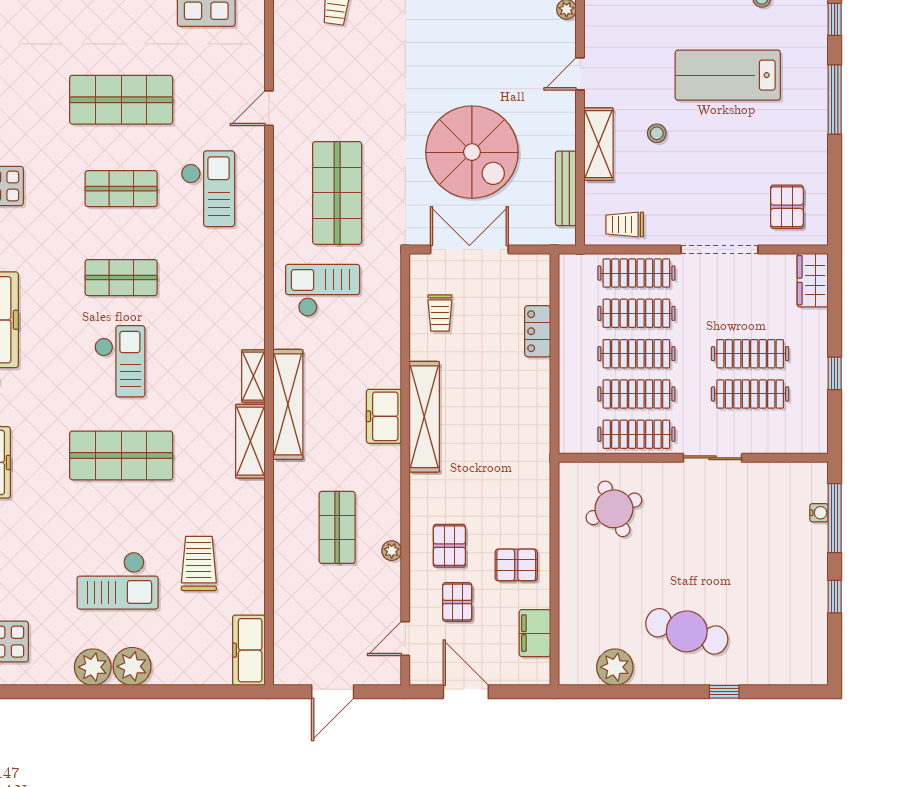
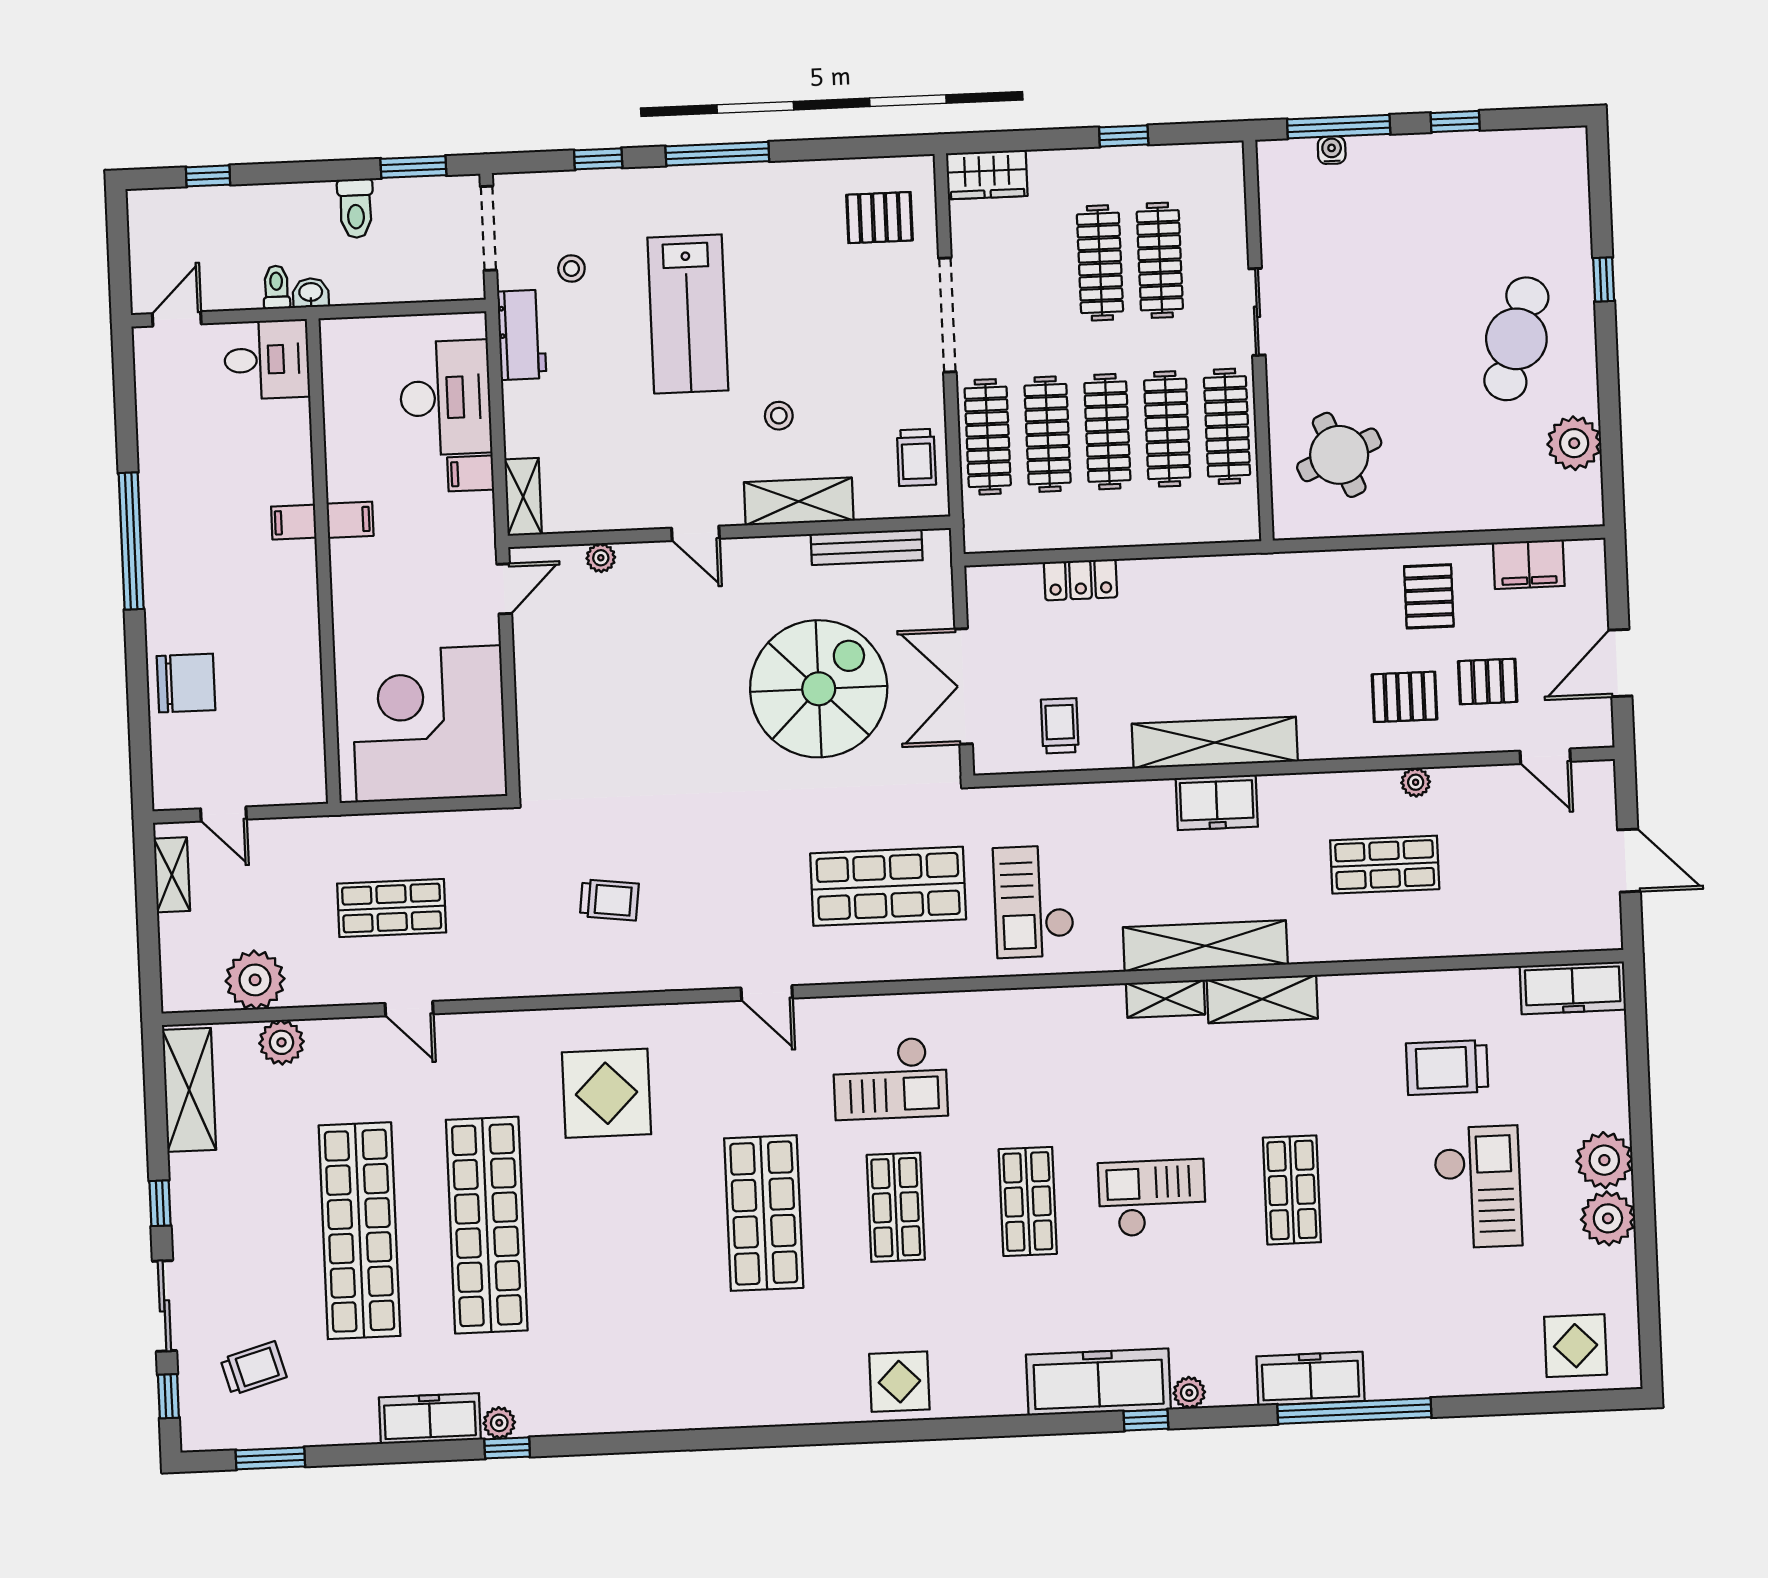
checkout: (208, 189) -> (890, 1078), turned 180
trolley: (440, 313) -> (1060, 726), turned -90
shop shelf: (121, 455) -> (1292, 1190), width x0.70, depth x0.74

